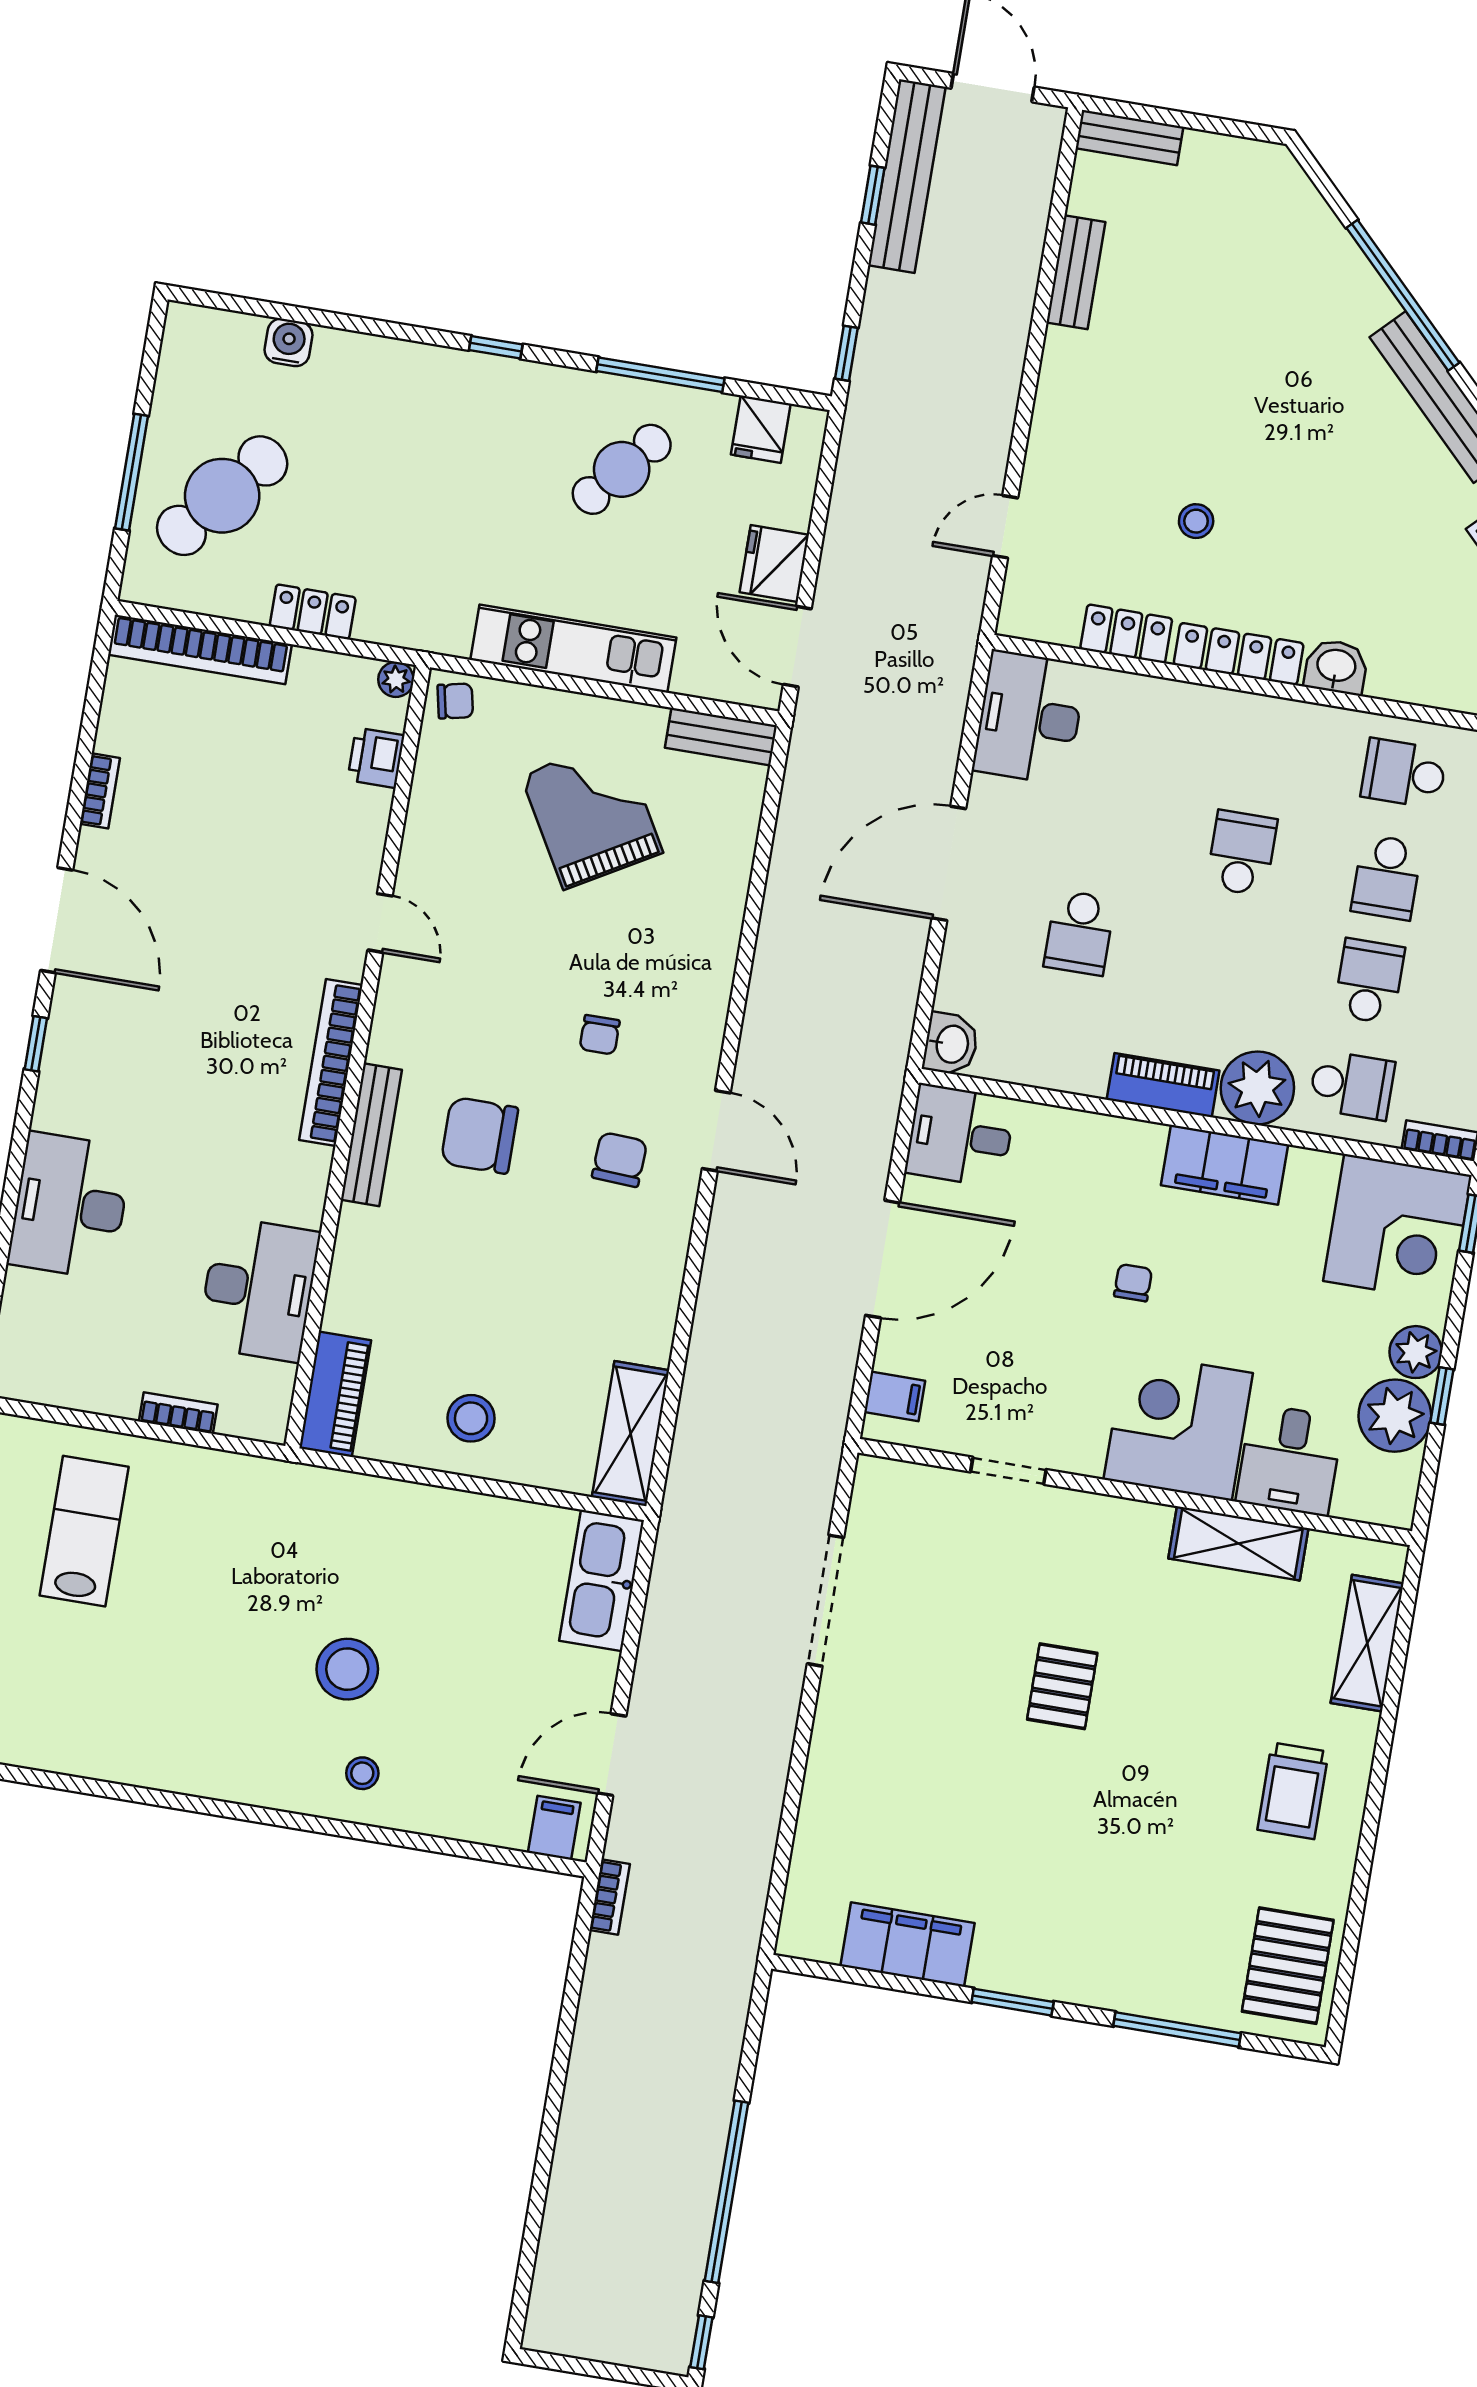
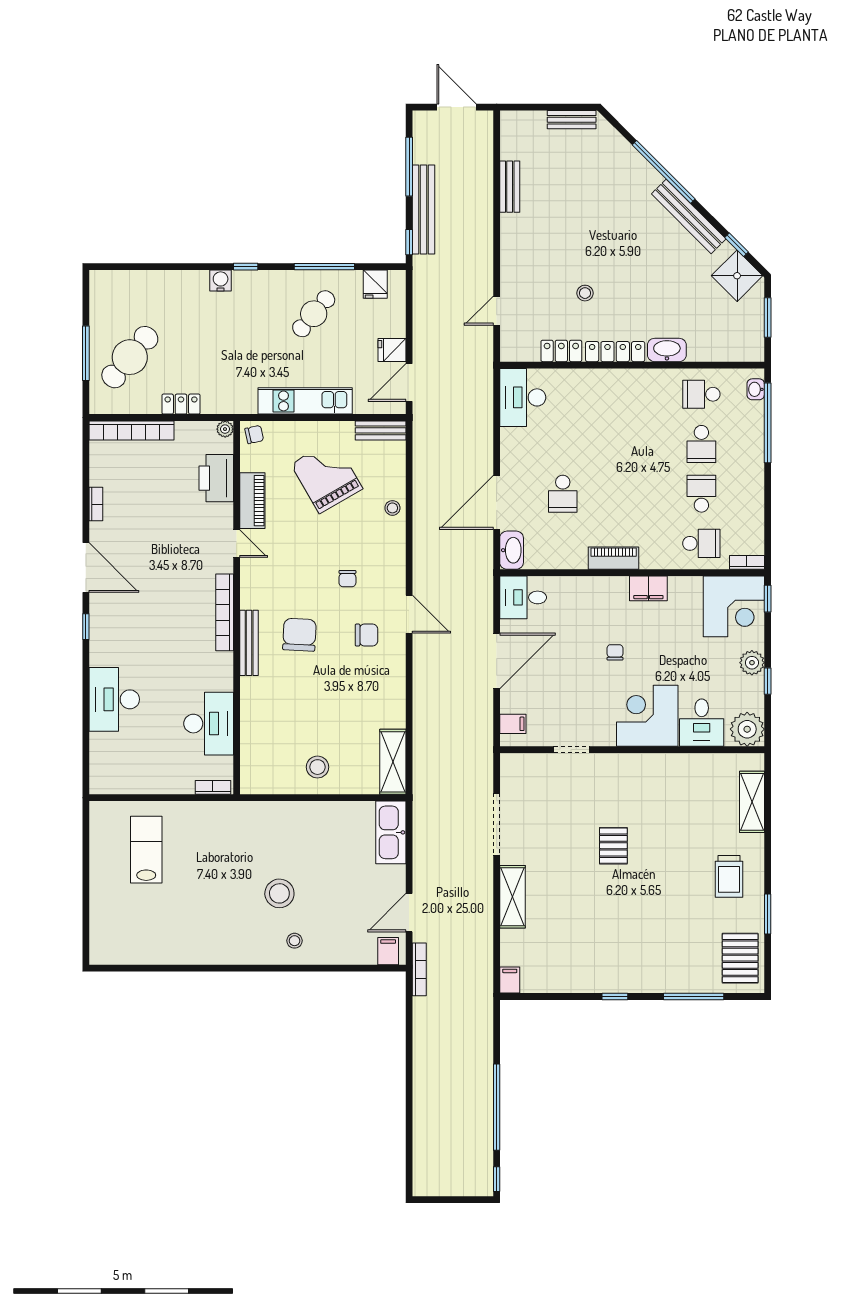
bench: (1129, 137) -> (572, 120), moved
bench: (907, 176) -> (424, 210), moved
window: (873, 195) -> (409, 167), width x2.17
water cooler: (288, 342) -> (221, 281), moved
fridge: (774, 563) -> (392, 350), width x0.72
door: (797, 647) -> (409, 383), hinge flipped
washbasin: (1336, 667) -> (667, 350), width x1.38
printer: (376, 758) -> (216, 478), width x1.87, depth x1.48
school desk: (1242, 853) -> (632, 444), removed
door: (949, 863) -> (497, 502), moved
stool: (718, 903) -> (392, 508), added
washbasin: (951, 1044) -> (512, 550), width x1.38
plant: (1257, 1088) -> (658, 552), removed
chair: (480, 1135) -> (299, 635), turned 93
chair: (620, 1159) -> (366, 635), turned 87
filing cabinet: (1225, 1165) -> (648, 588), width x0.67, depth x0.86
piano: (335, 1394) -> (252, 501), moved
bookcase: (178, 1413) -> (213, 787), moved
plant: (1395, 1416) -> (747, 729), moved
shelving: (1238, 1543) -> (512, 897), moved, turned 90
window: (1360, 1883) -> (768, 914), added
bookcase: (610, 1897) -> (419, 969), width x1.56
filing cabinet: (908, 1945) -> (510, 980), moved, width x0.33, depth x0.86
window: (1013, 2002) -> (615, 997), width x0.67

